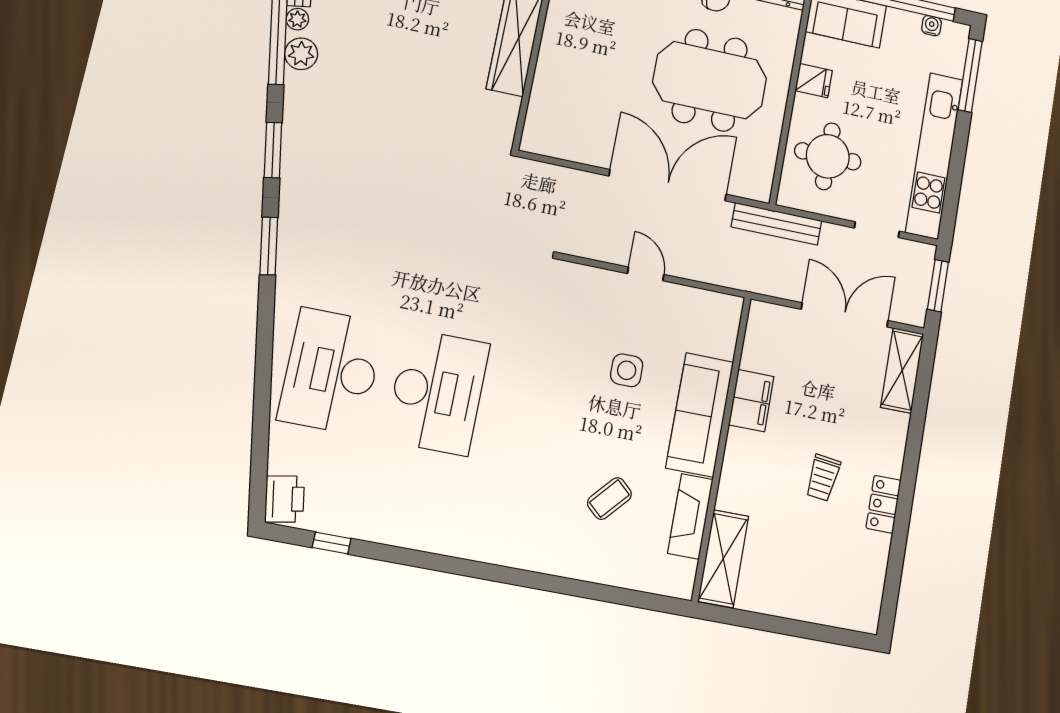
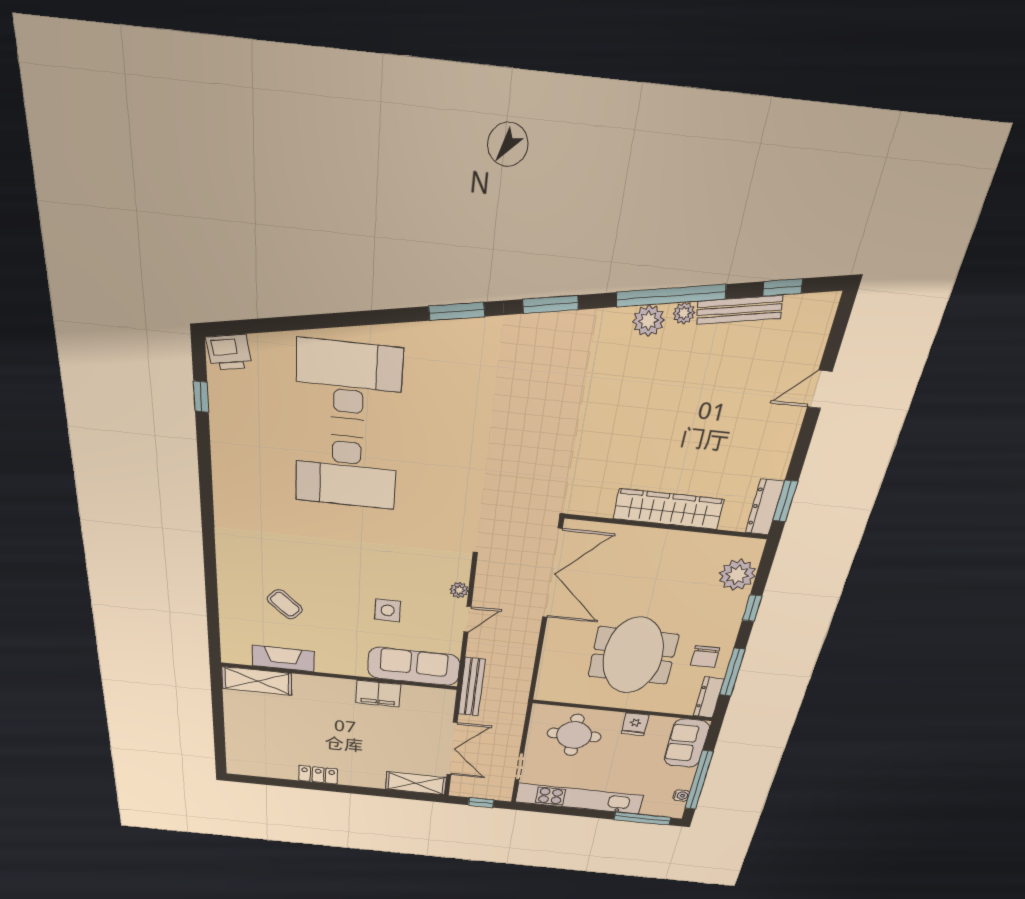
double door: (668, 185) -> (552, 574), moved
bench: (776, 224) -> (472, 687), moved
plant: (604, 280) -> (459, 590), added
window: (938, 286) -> (481, 802), width x0.67
sofa: (700, 415) -> (414, 666), moved
trolley: (823, 478) -> (329, 739), removed

